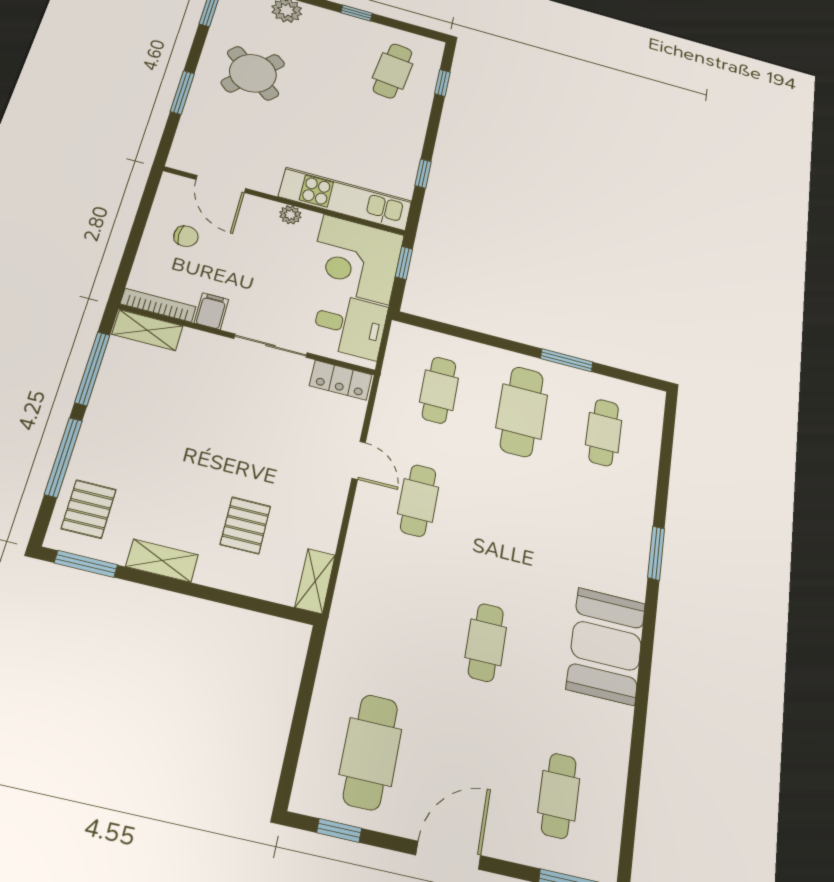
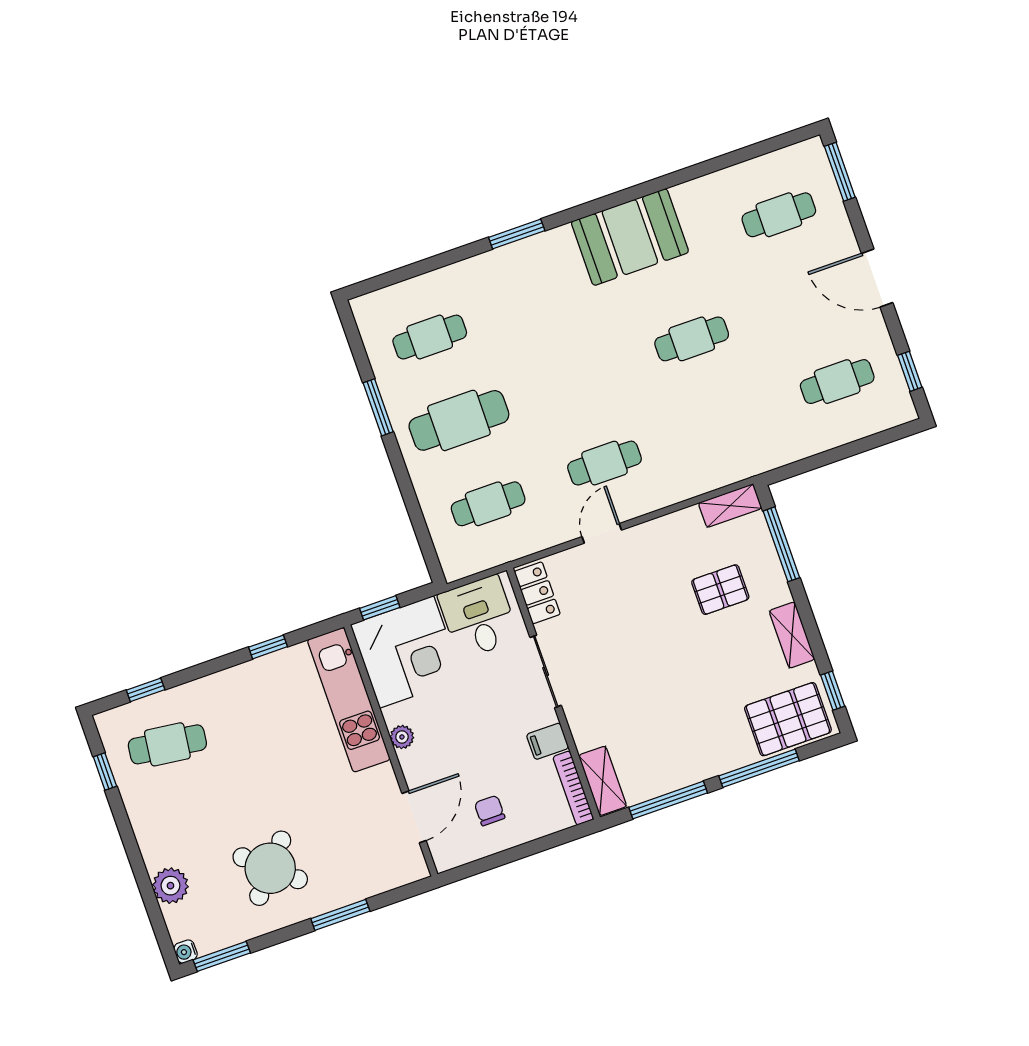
window: (356, 13) -> (105, 772), moved
pallet: (89, 509) -> (788, 719), width x1.50, depth x1.42
window: (86, 564) -> (833, 691), width x0.67
window: (251, 604) -> (781, 544), added
cafe table: (371, 752) -> (837, 382), width x0.73, depth x0.74

